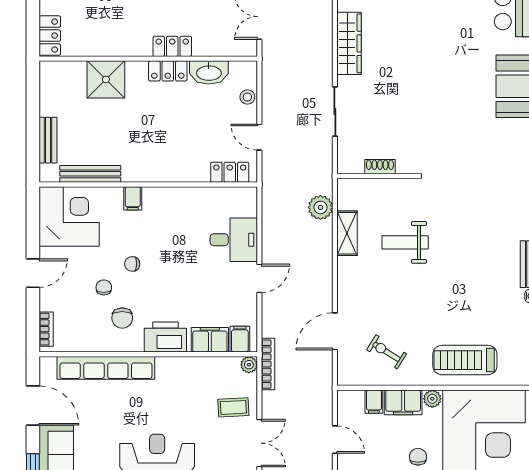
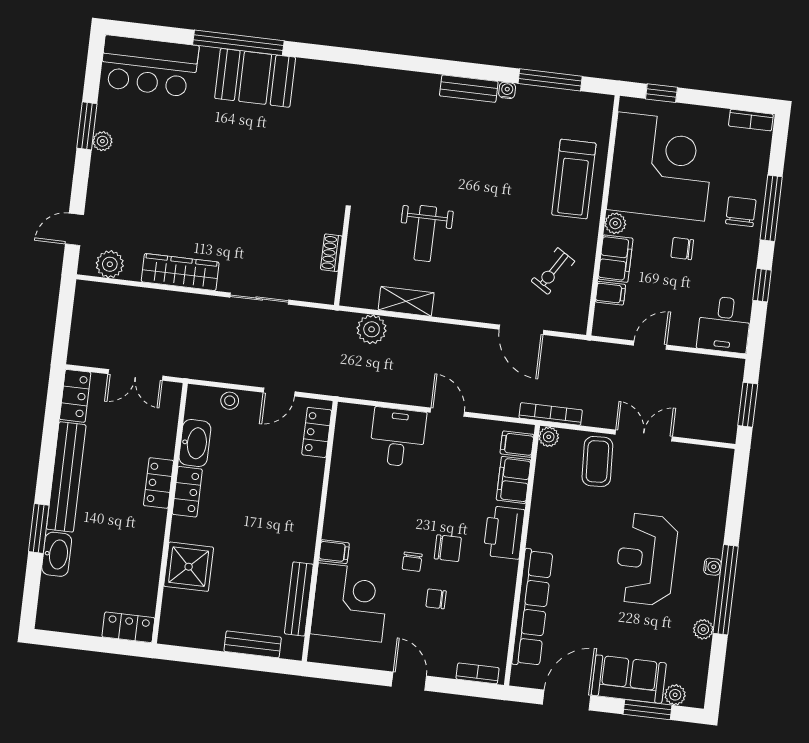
corner desk: (69, 216) -> (350, 602), moved, turned 90
chair: (122, 318) -> (448, 548), moved
coffee table: (233, 407) -> (597, 461), width x1.36, depth x1.30

